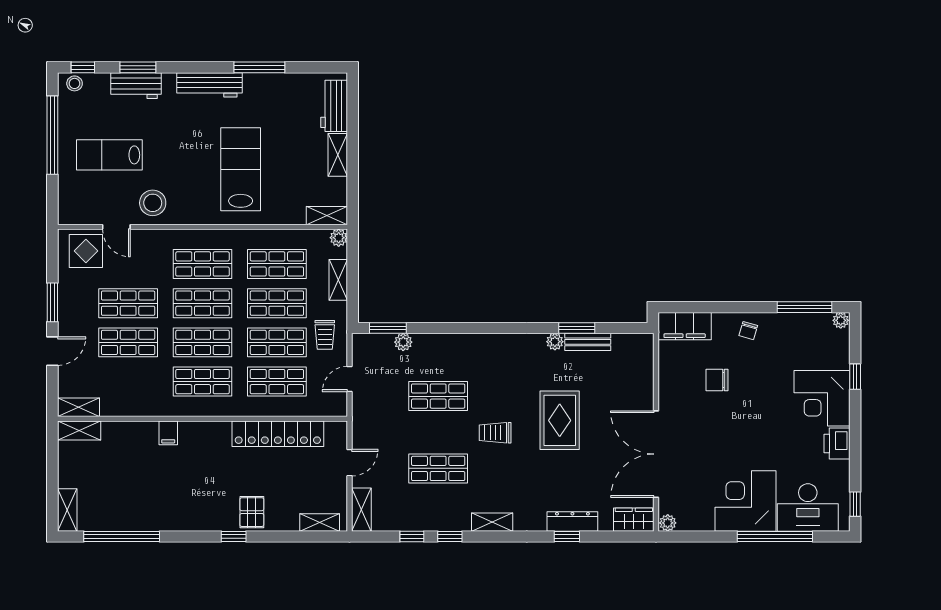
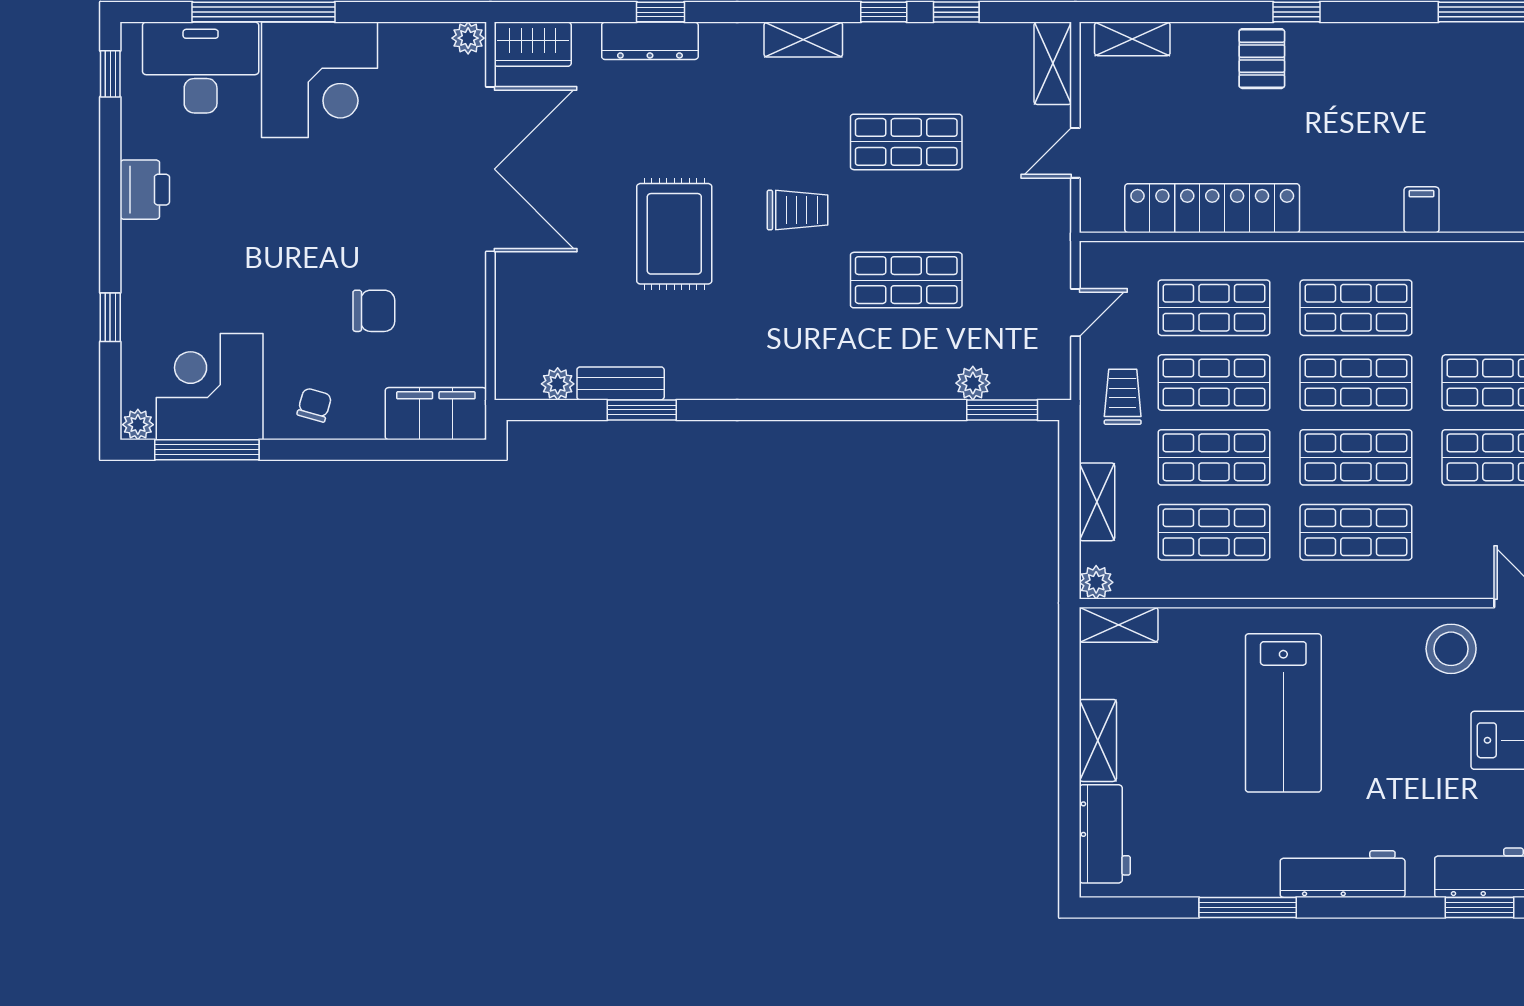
plant: (555, 342) -> (558, 384), moved
corner desk: (822, 398) -> (210, 387), moved, turned -90

